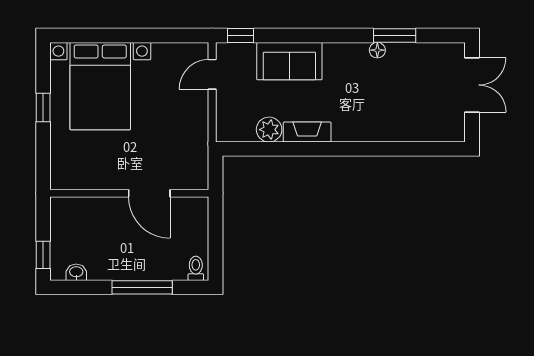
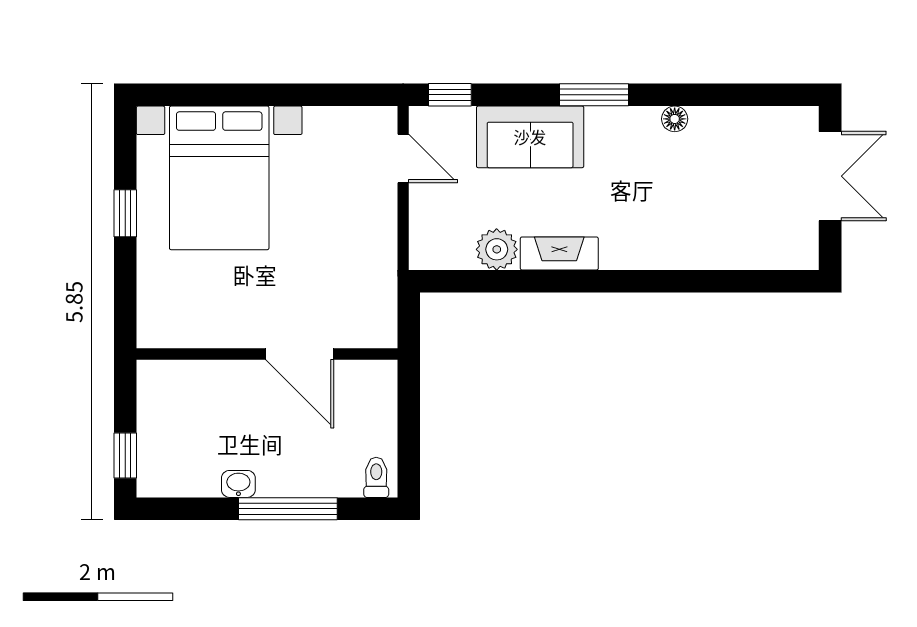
window: (395, 35) -> (594, 95), moved
door: (212, 74) -> (403, 158), swing flipped
washbasin: (76, 272) -> (238, 484), moved

